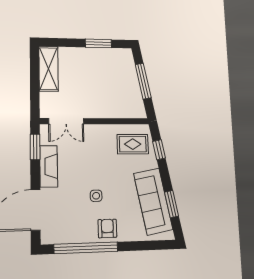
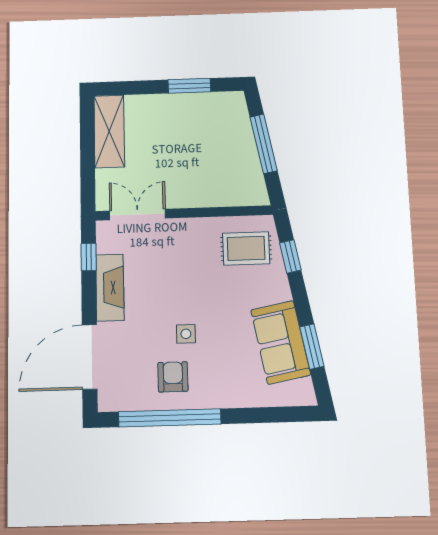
double door: (66, 121) -> (137, 215), swing flipped
window: (35, 147) -> (89, 257), width x0.67
sofa: (153, 201) -> (281, 342), width x0.73
armchair: (107, 228) -> (173, 377), moved

